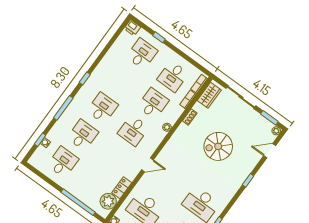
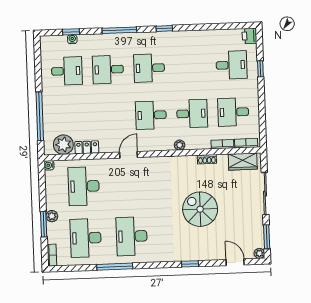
desk: (102, 108) -> (149, 68), turned 180
desk: (83, 135) -> (108, 69), turned 180
door: (147, 165) -> (128, 155), swing flipped

